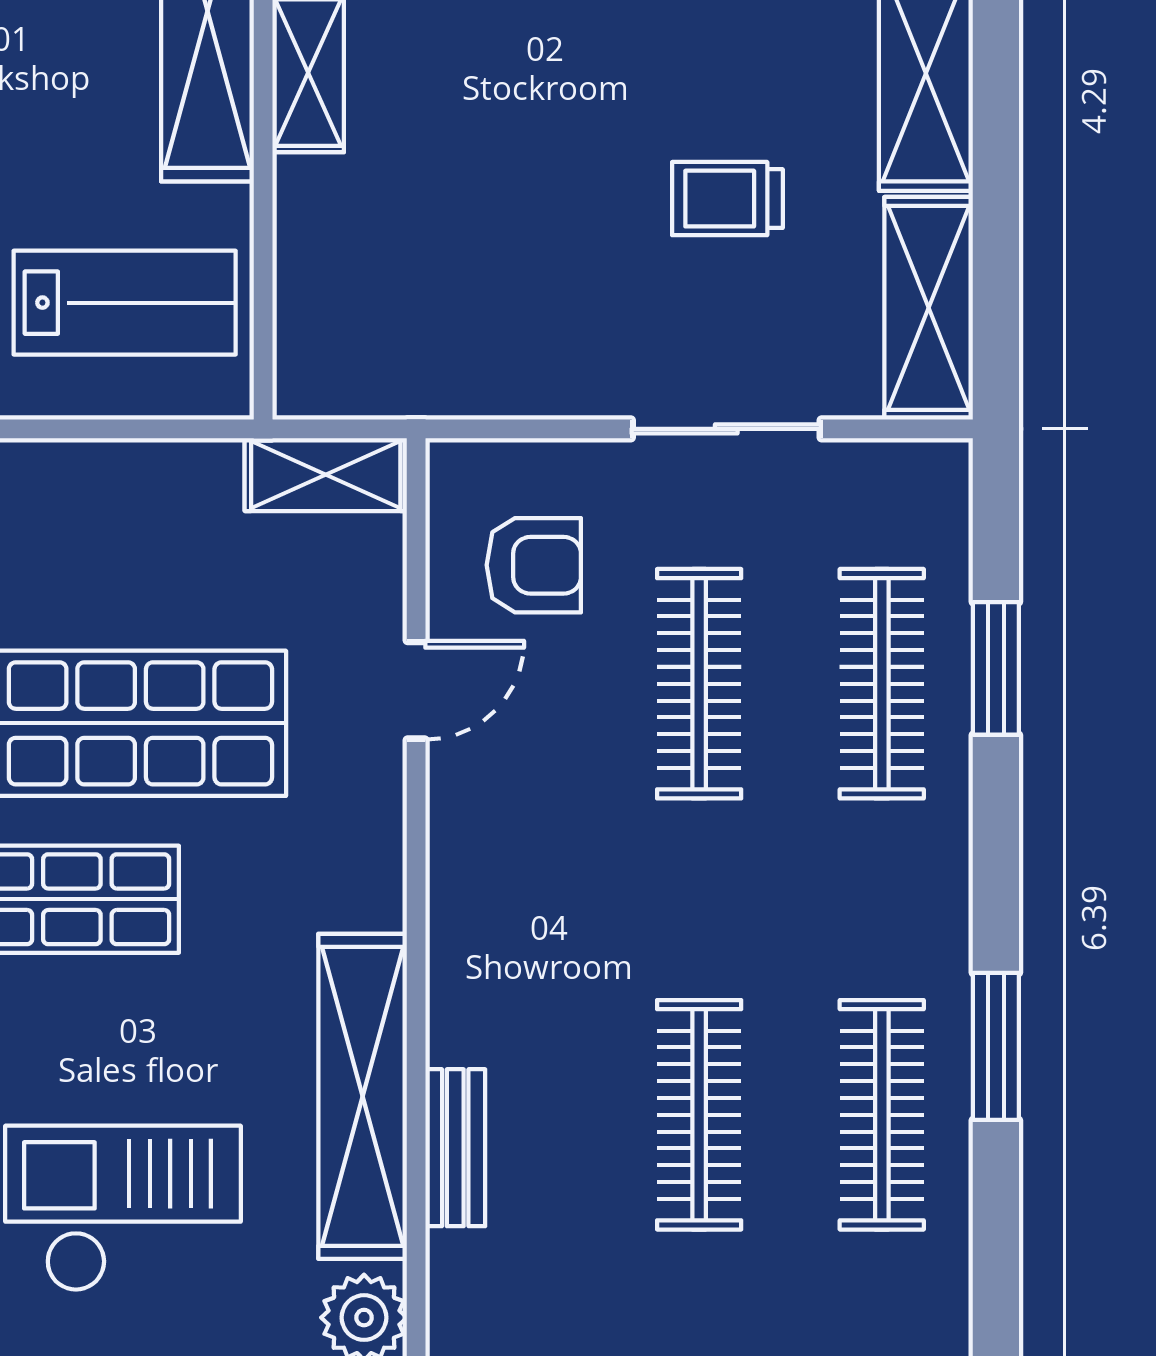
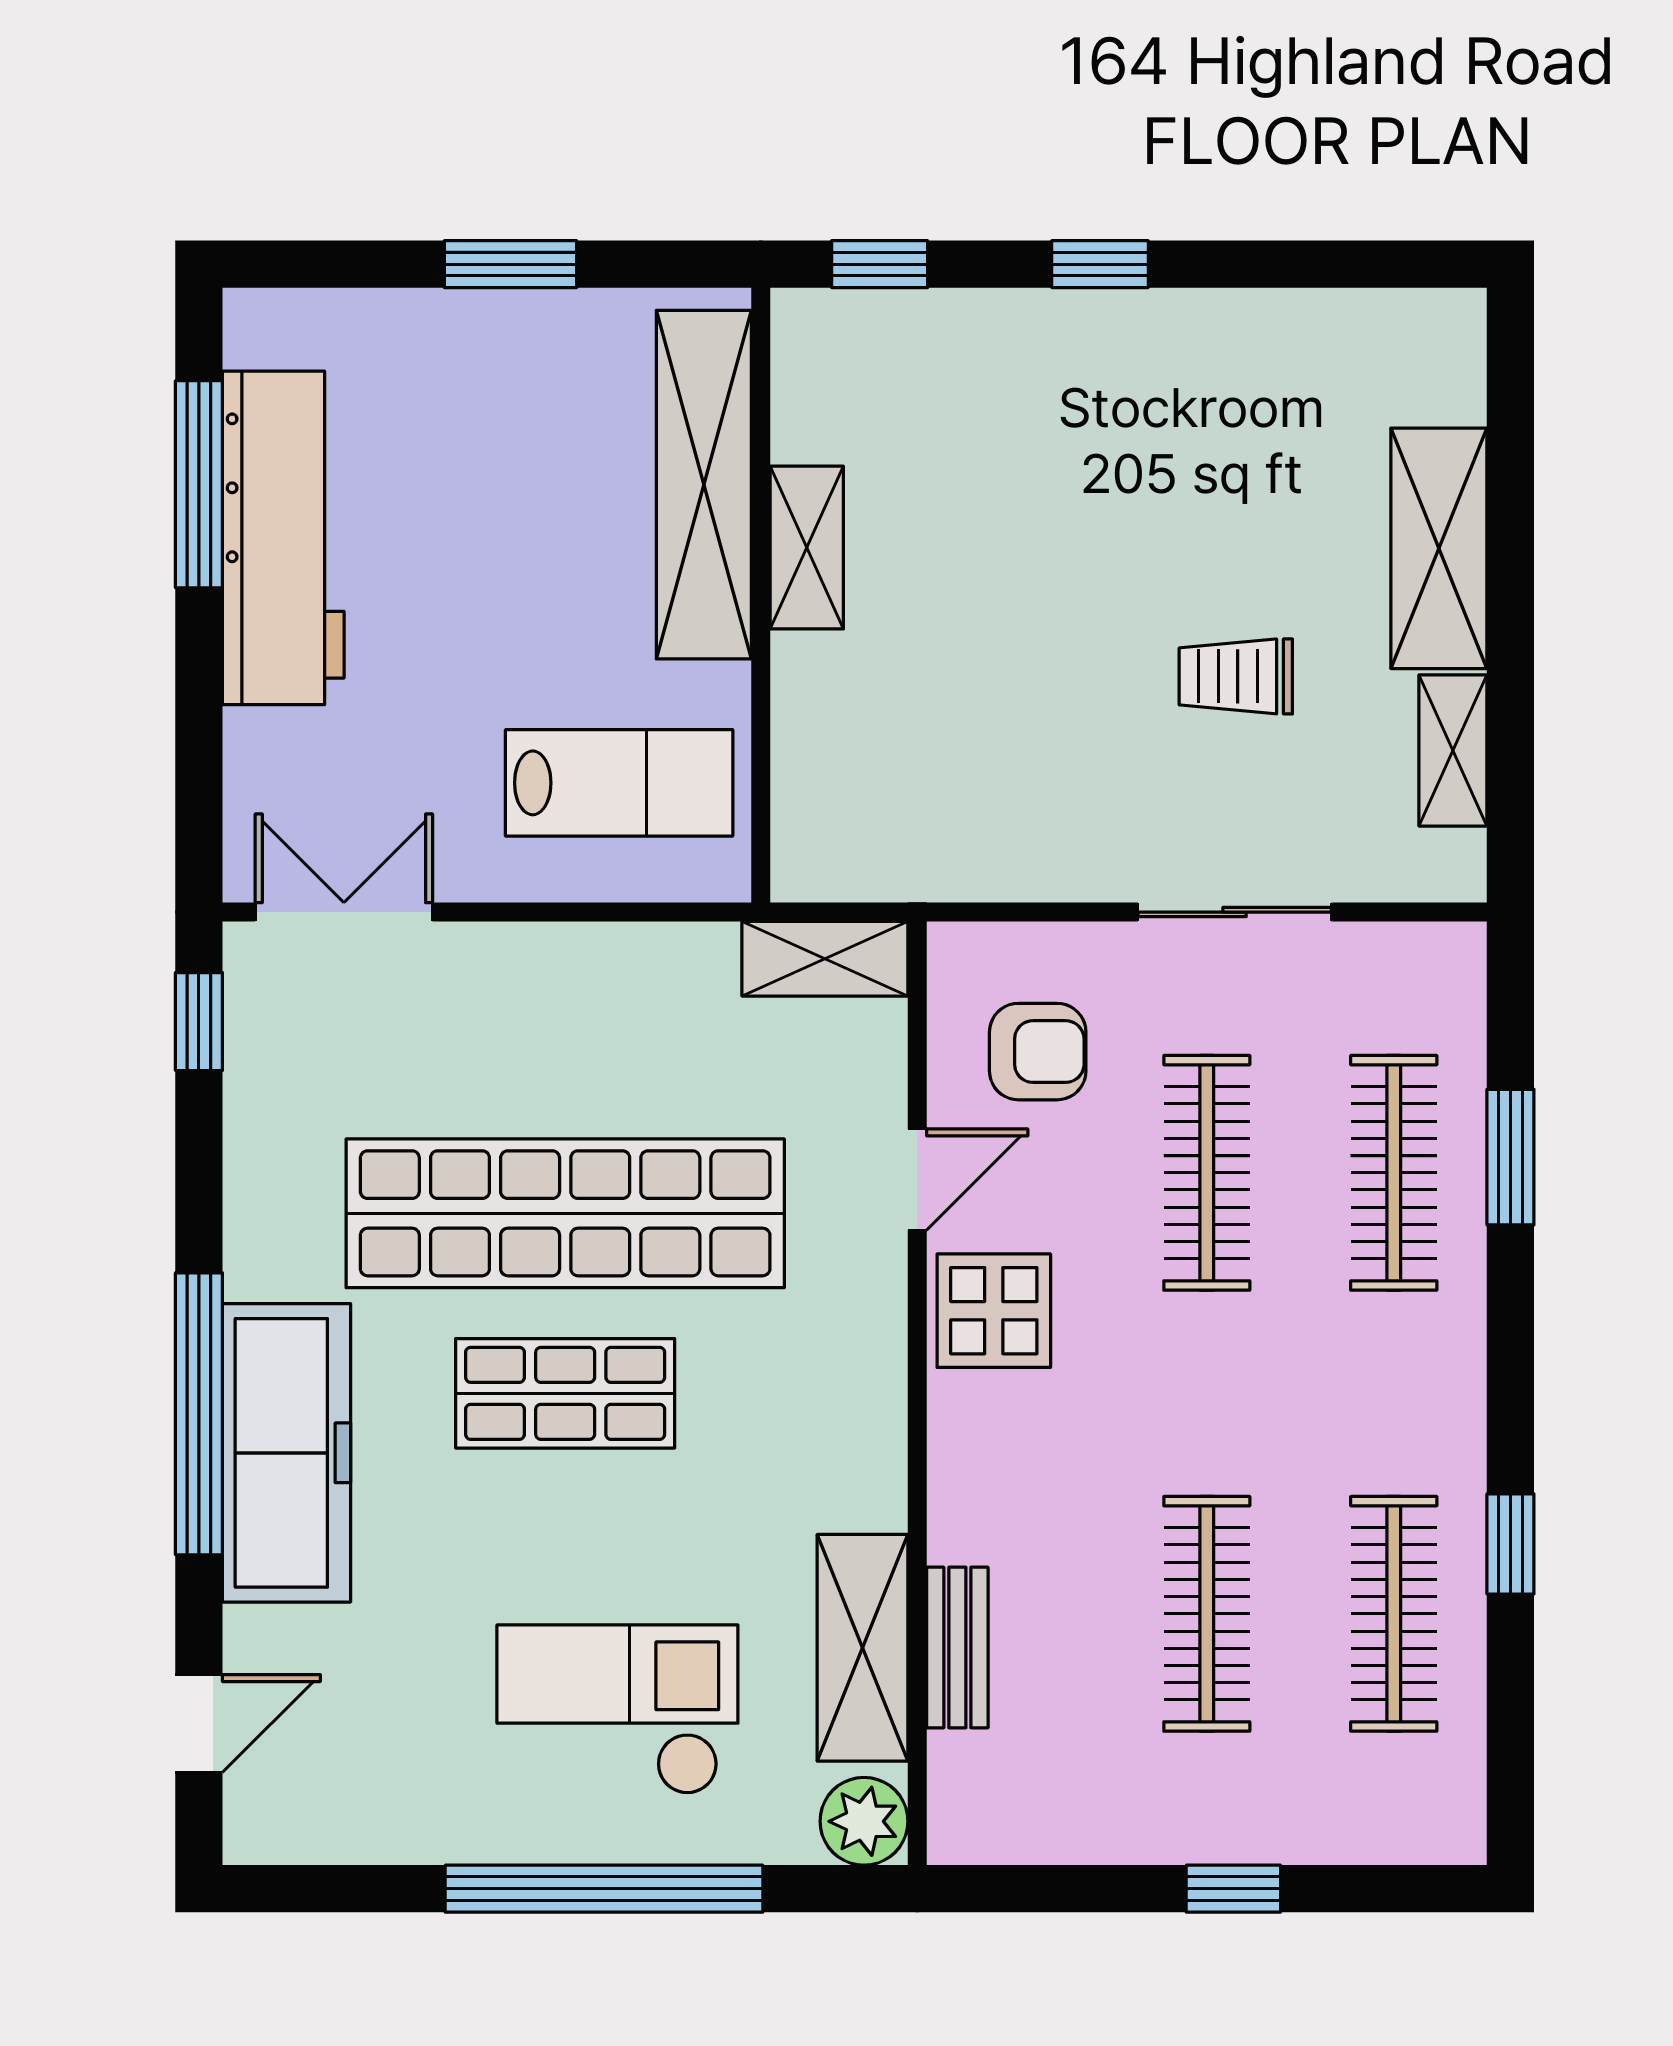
shelving: (929, 308) -> (1453, 750), width x0.67, depth x0.75
display table: (491, 819) -> (994, 1311), added
window: (996, 1046) -> (1510, 1544), width x0.67
shelving: (363, 1096) -> (863, 1648), width x0.68

